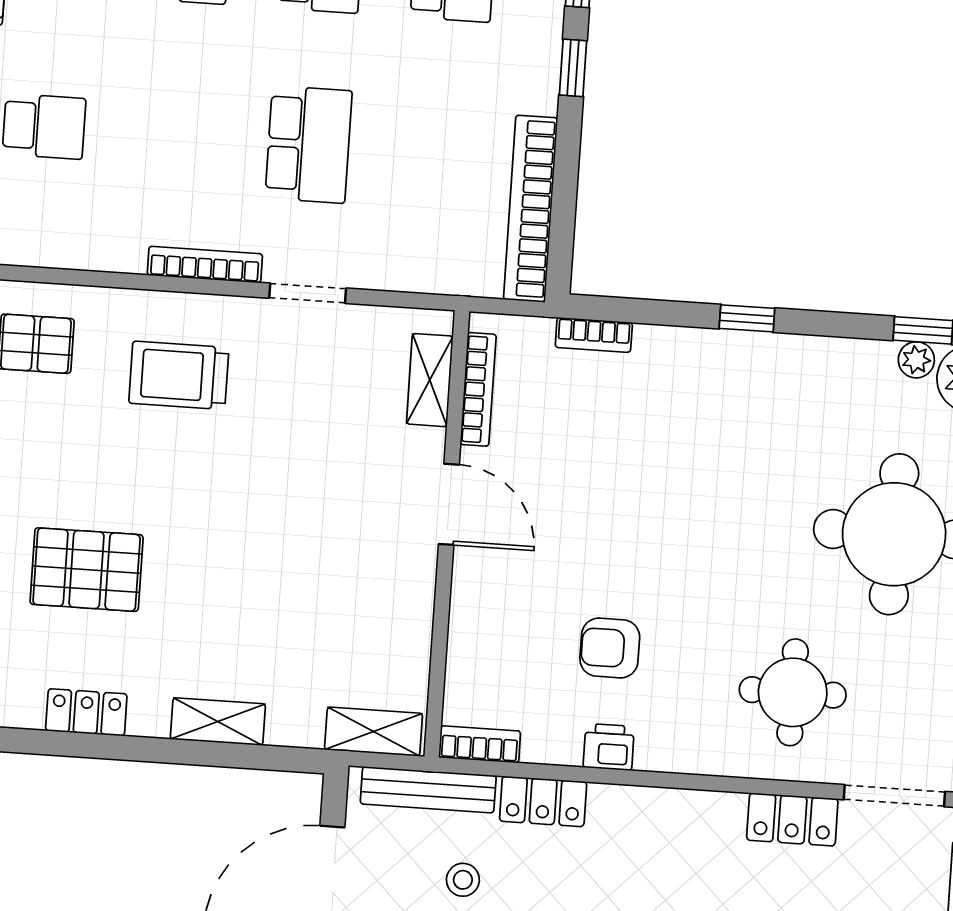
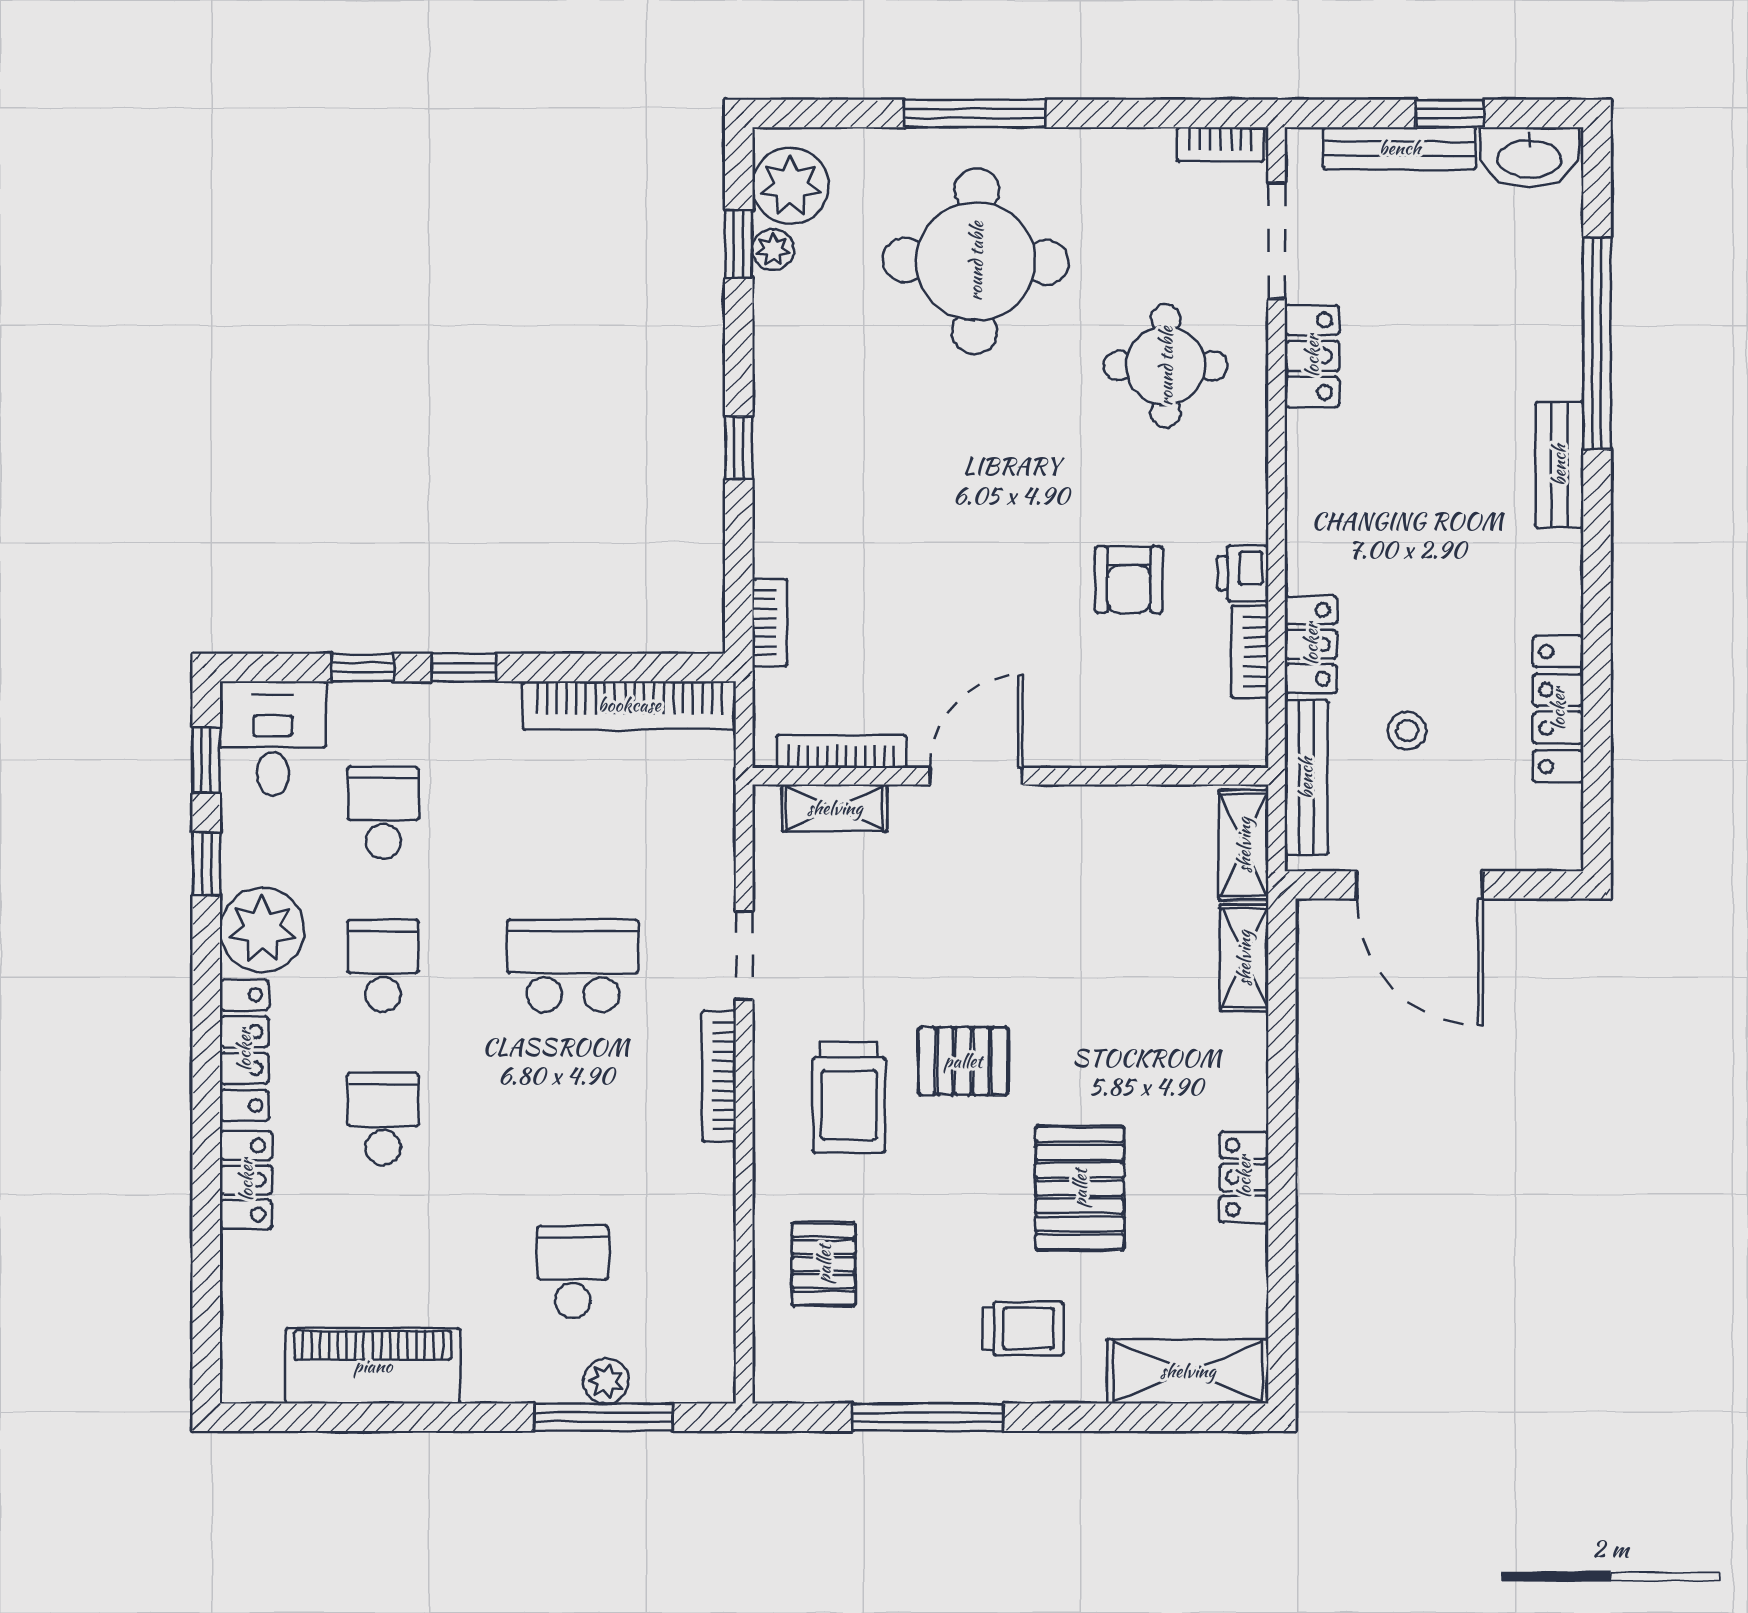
pallet: (203, 476) -> (963, 1061), added
shelving: (218, 722) -> (1244, 958), moved
bookcase: (480, 744) -> (1250, 652), moved

